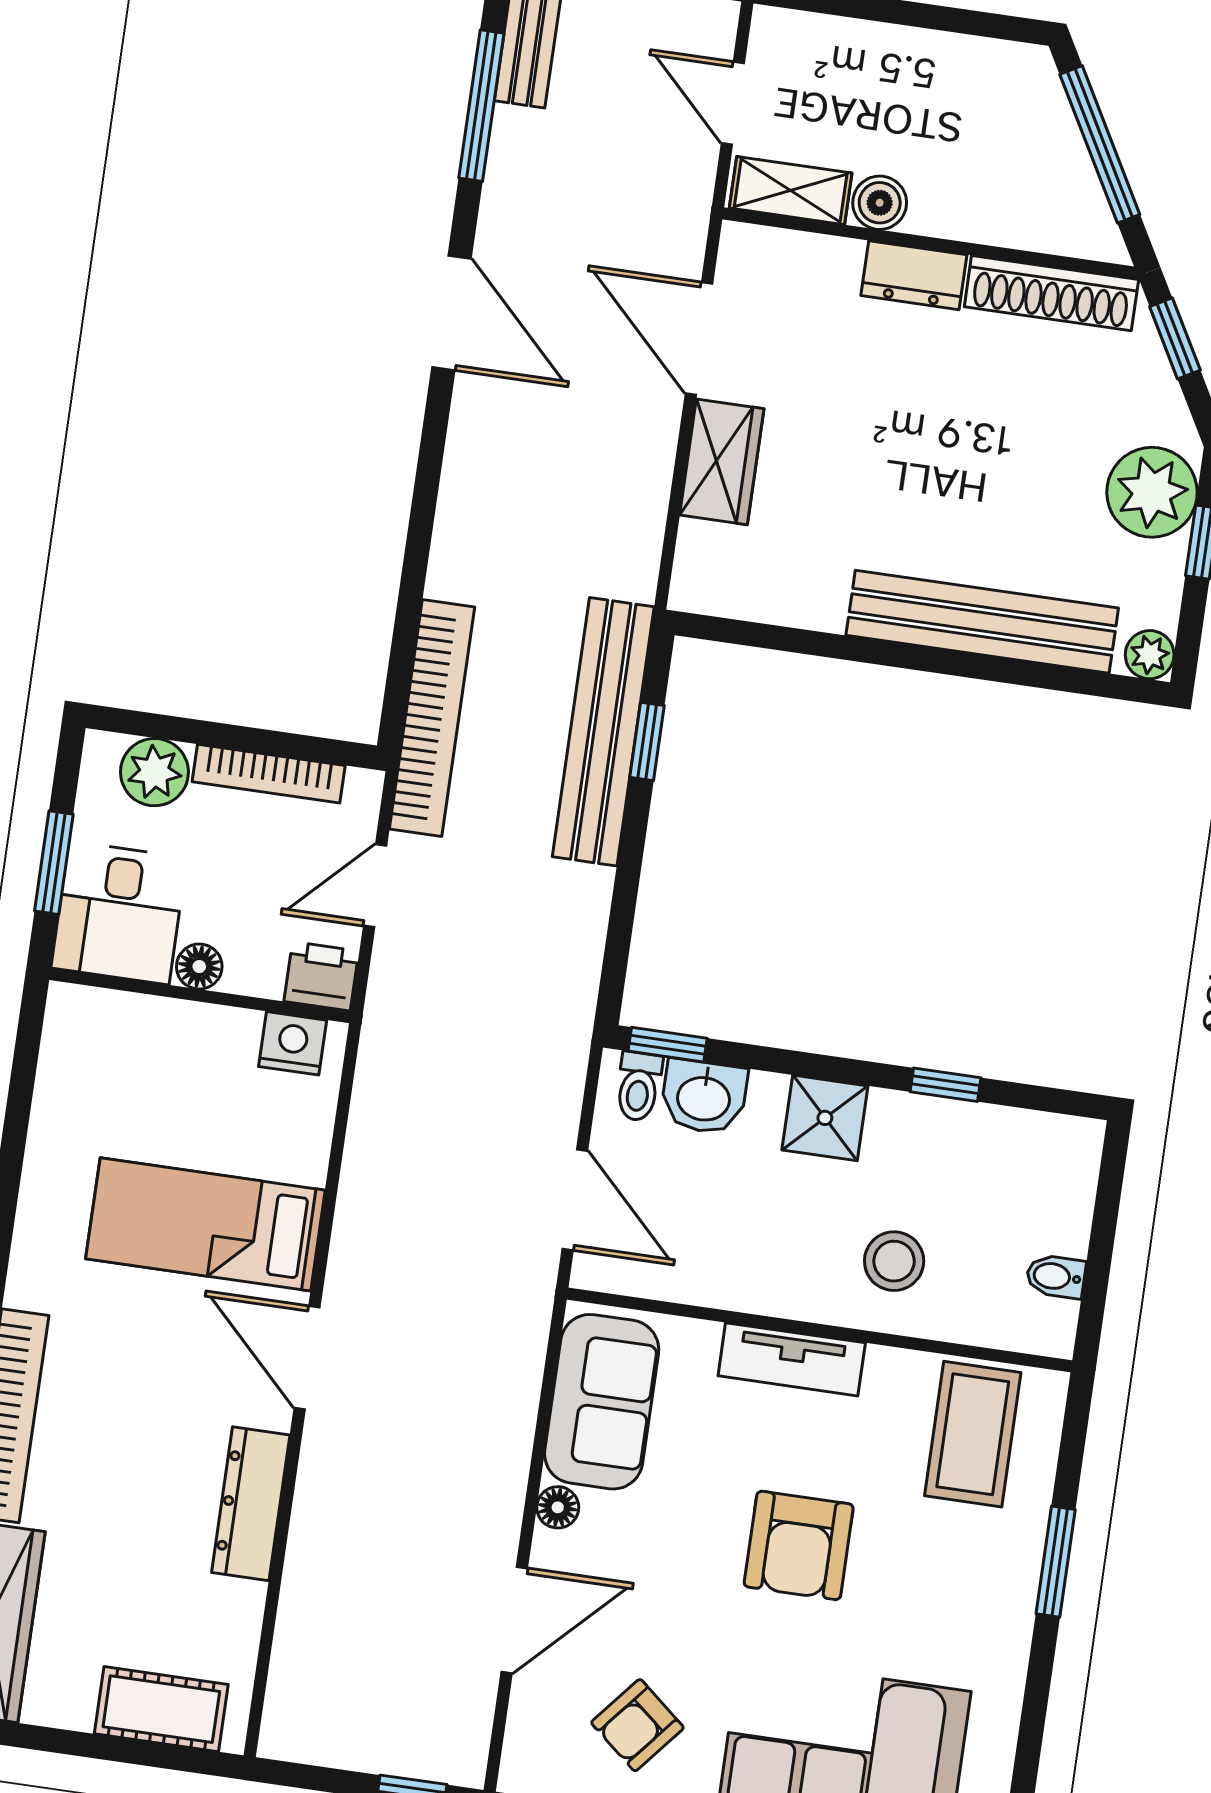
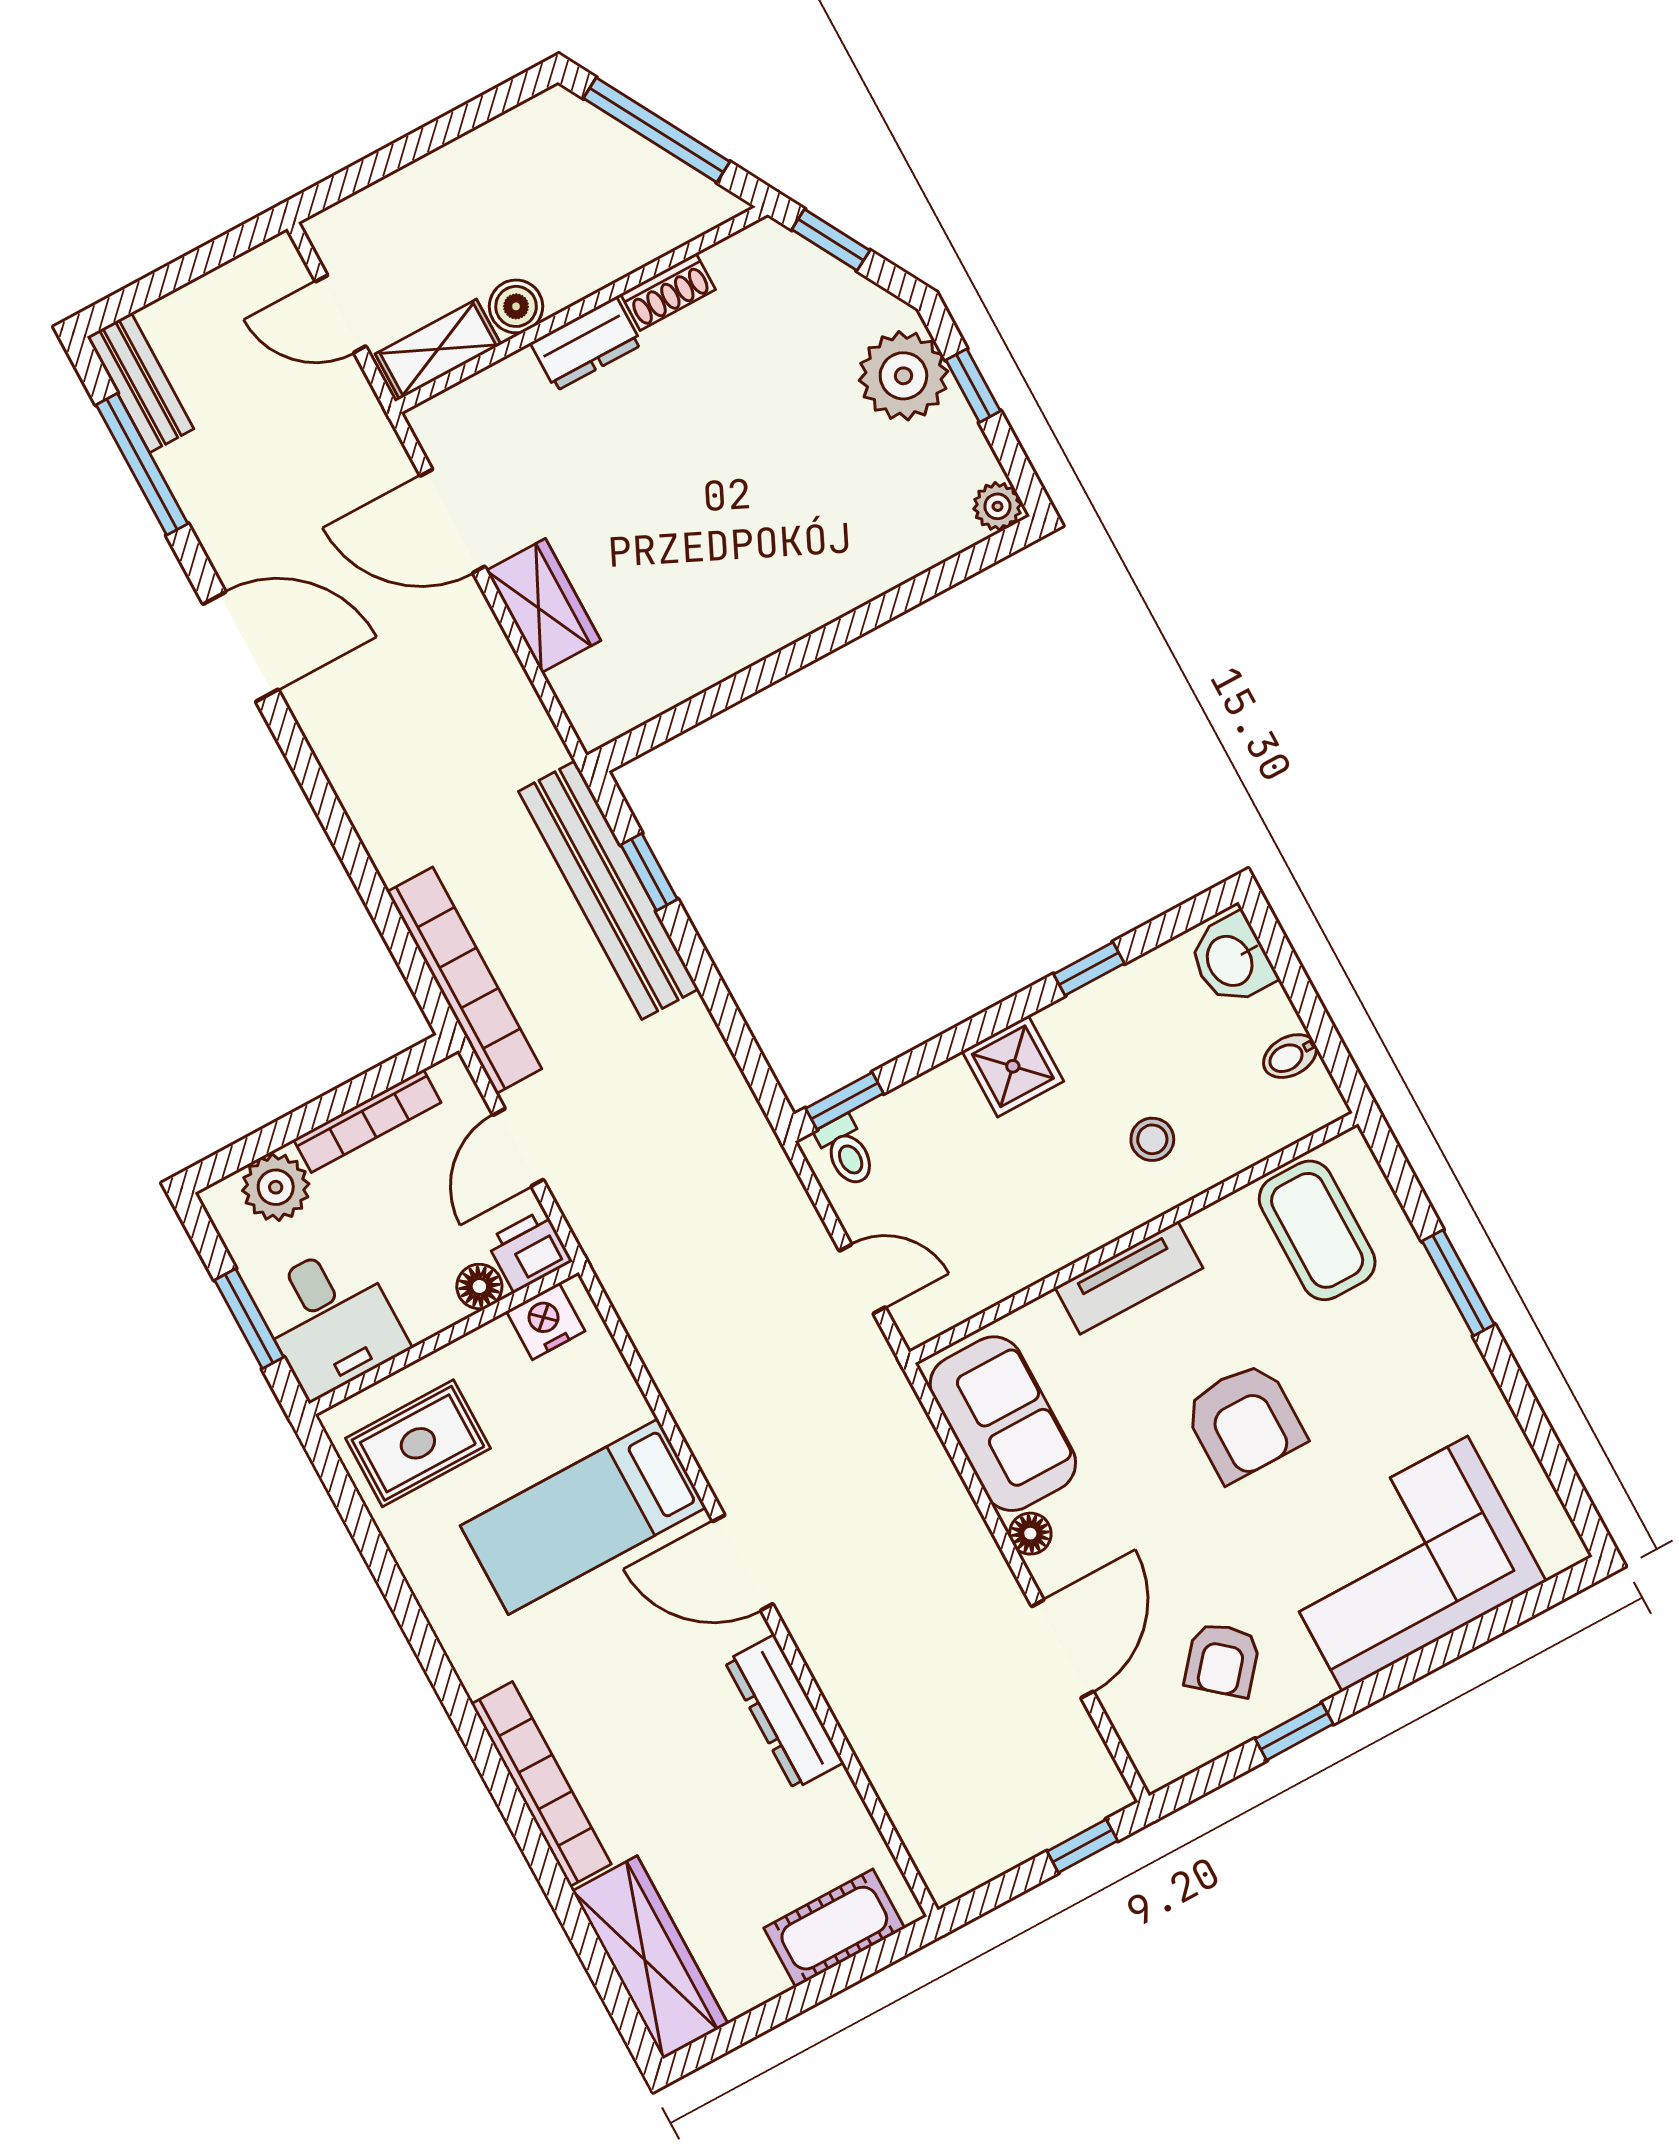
shoe rack: (1051, 293) -> (668, 292), width x0.51, depth x0.81
bench: (982, 622) -> (845, 579), removed
floor lamp: (199, 967) -> (479, 1286), moved
rug: (116, 1065) -> (418, 1443), added
washbasin: (704, 1097) -> (1231, 960), moved, turned 90
door: (575, 1200) -> (862, 1279), width x0.73
stool: (894, 1261) -> (1152, 1139), width x0.73, depth x0.73

